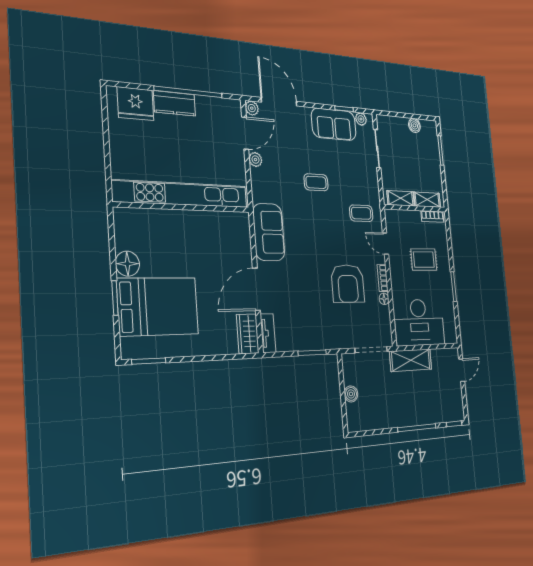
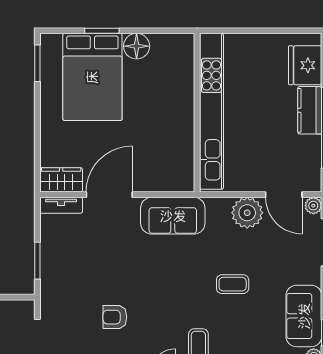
plant: (255, 160) -> (247, 213), width x1.87, depth x1.87
coffee table: (316, 182) -> (233, 284), turned 90
armchair: (348, 284) -> (115, 317), width x0.53, depth x0.53
door: (256, 289) -> (109, 195), hinge flipped

